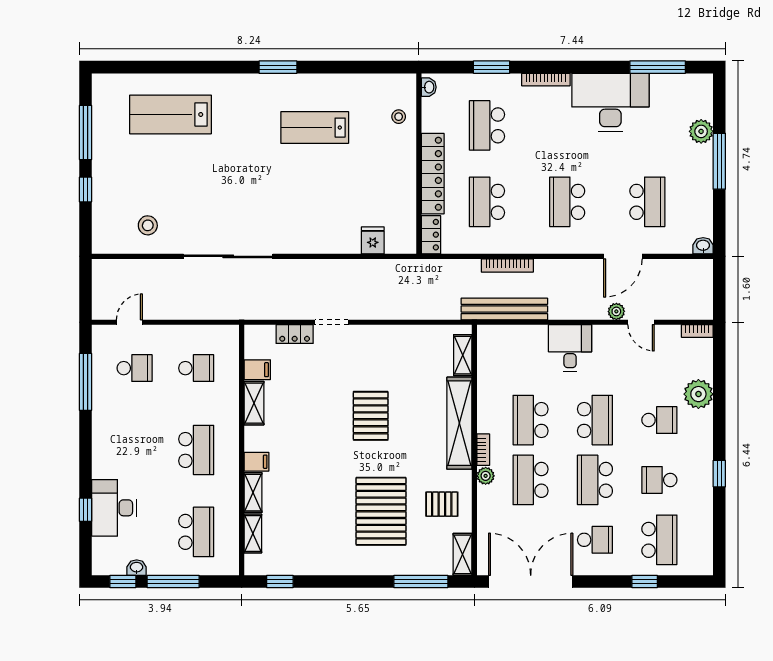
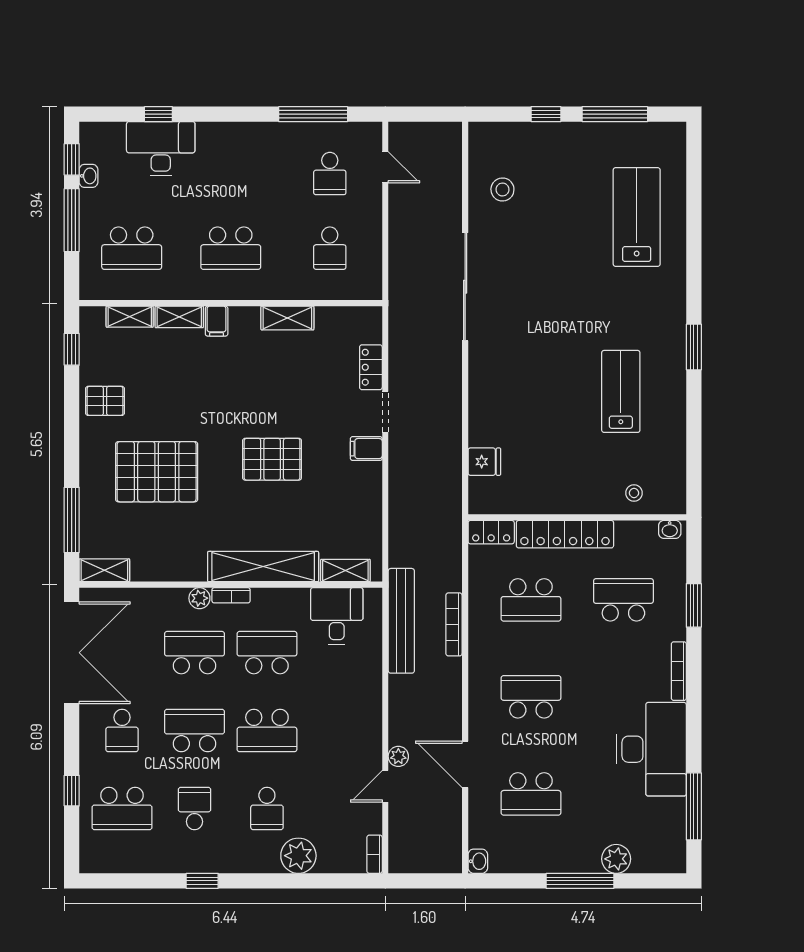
school desk: (487, 202) -> (531, 600), turned 180
desk: (570, 348) -> (337, 616), moved, turned -90
filing cabinet: (257, 370) -> (366, 449), moved, turned 90
pallet: (442, 504) -> (105, 401), moved, turned 90

